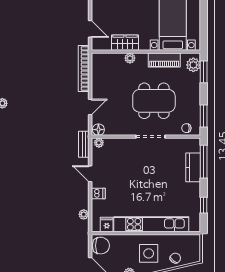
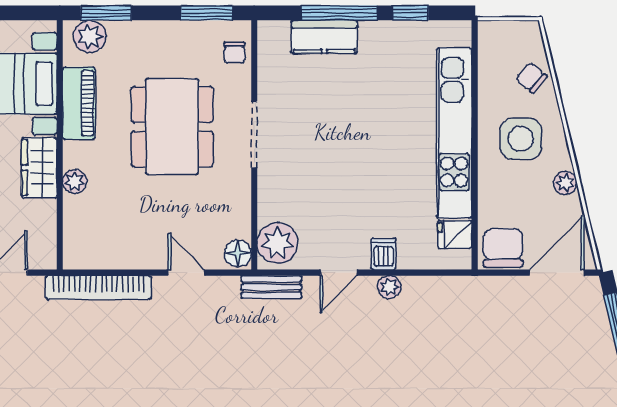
wardrobe: (125, 43) -> (39, 168), moved
plant: (99, 143) -> (277, 243), width x1.87, depth x1.87
window: (204, 162) -> (339, 13), moved
plant: (84, 214) -> (389, 287), moved

